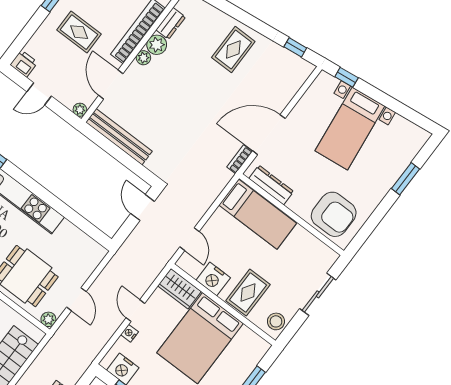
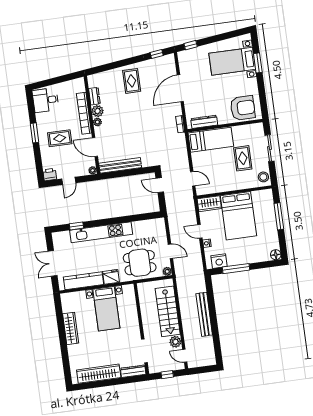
bed with nightstands: (350, 128) -> (232, 61), moved, turned 97
door: (269, 135) -> (180, 88), moved
nightstand: (213, 279) -> (219, 186), removed
rug: (248, 293) -> (243, 158), moved

